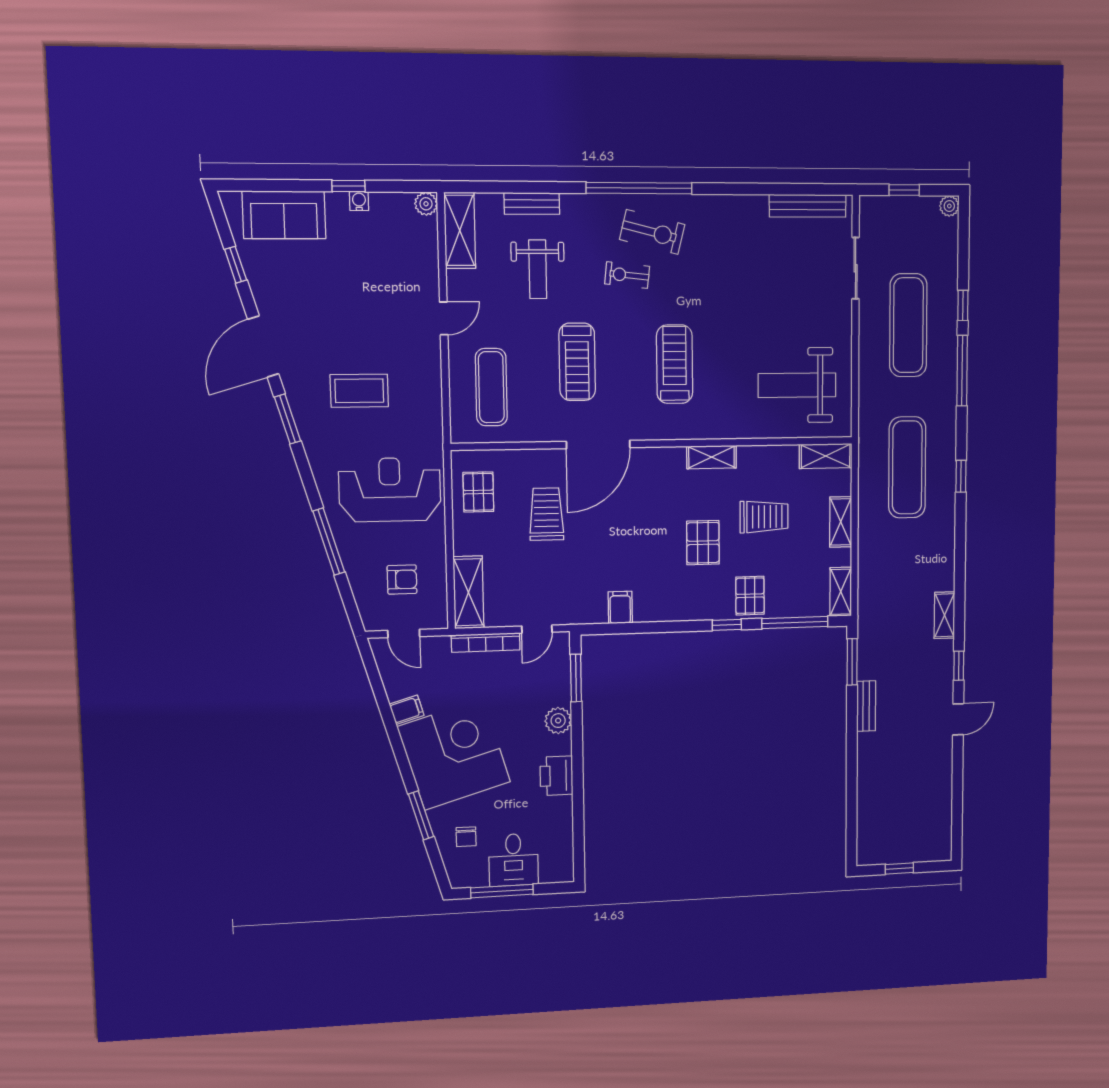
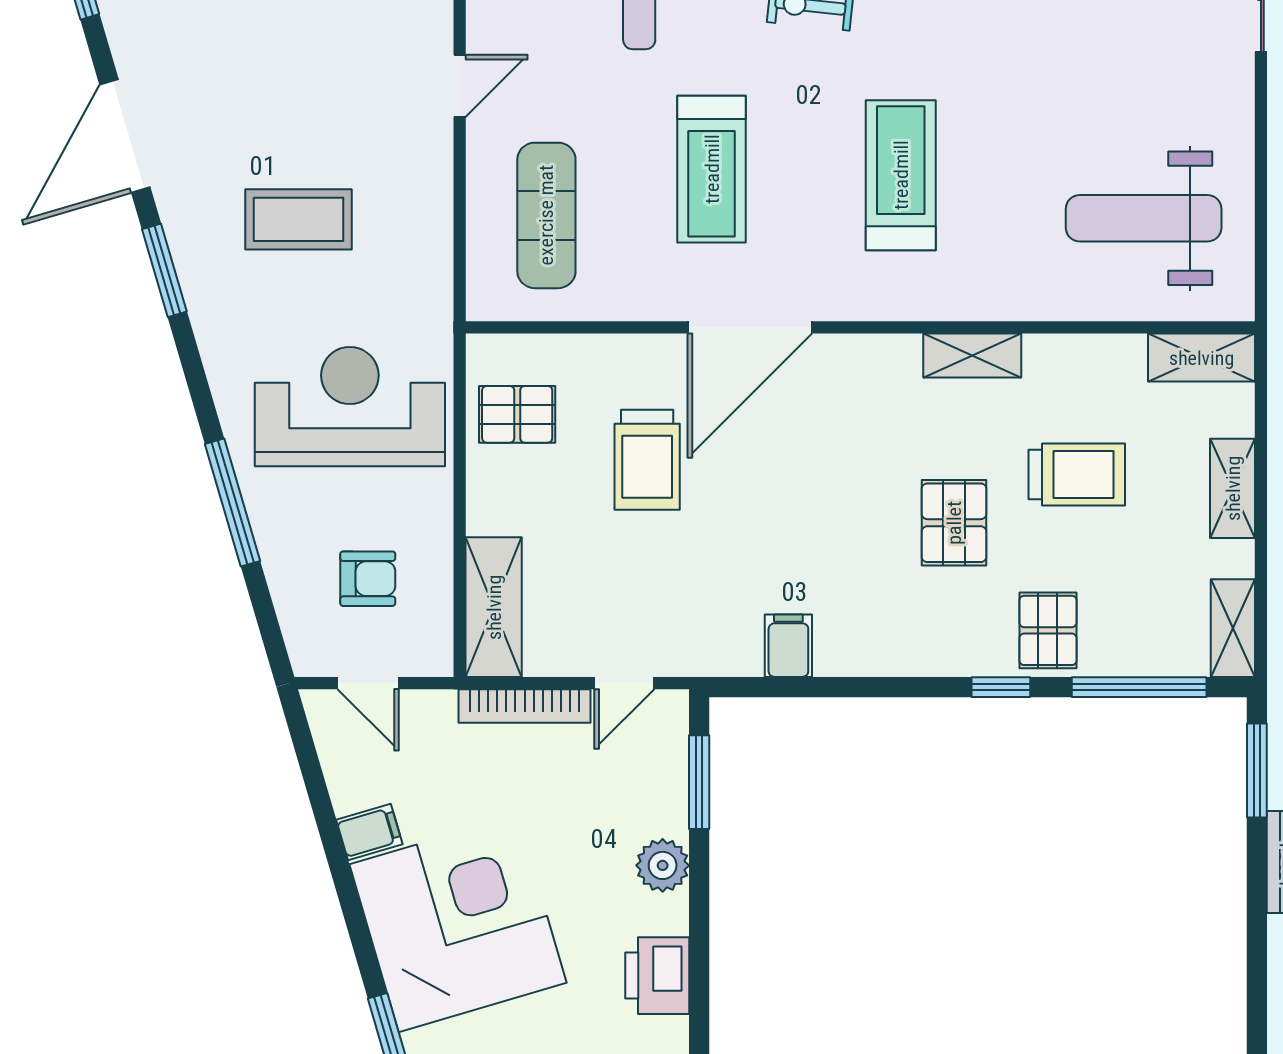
pallet: (478, 492) -> (517, 414), turned 90
trolley: (546, 514) -> (647, 460), turned 180

